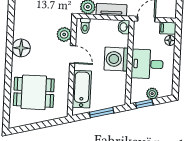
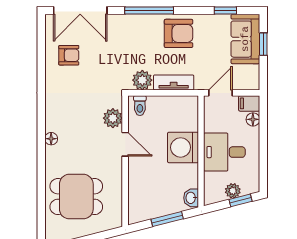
washbasin: (124, 27) -> (191, 198), moved
floor lamp: (21, 48) -> (51, 139), width x0.53, depth x0.53
bathtub: (82, 89) -> (139, 189), removed
window: (144, 104) -> (240, 200), moved

